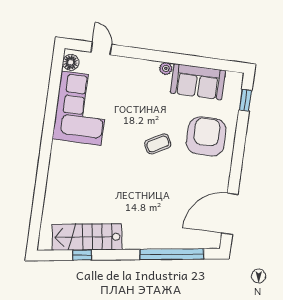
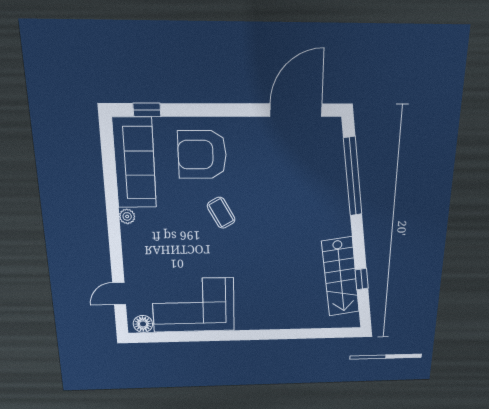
sofa: (198, 82) -> (135, 163), width x1.36
door: (230, 214) -> (296, 110), swing flipped

